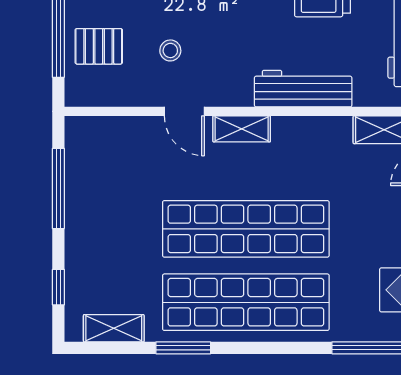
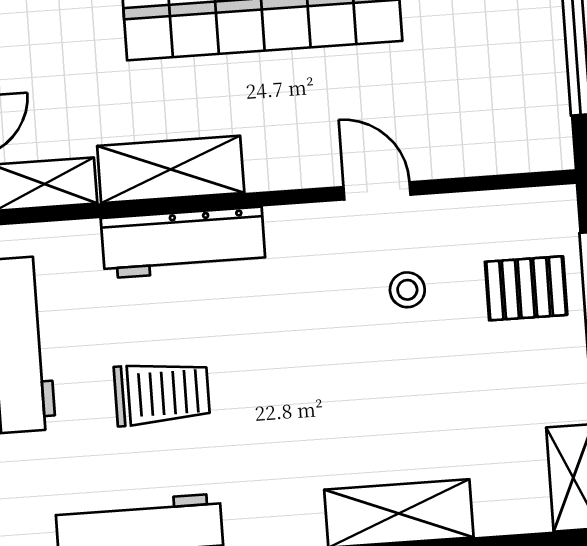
shelving: (242, 129) -> (171, 169), moved, width x1.50, depth x1.33

